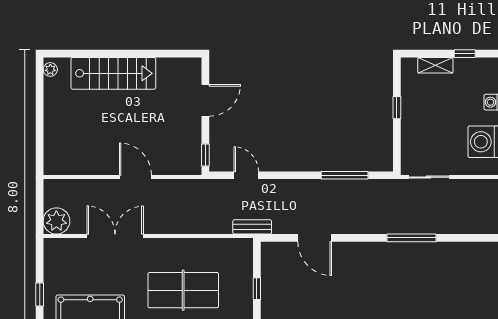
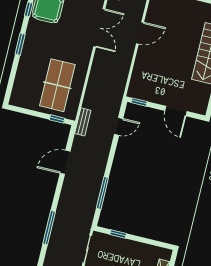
window: (397, 108) -> (118, 234), moved
door: (135, 177) -> (140, 33), moved
window: (257, 289) -> (57, 119), moved
table tennis table: (183, 290) -> (57, 85), moved

